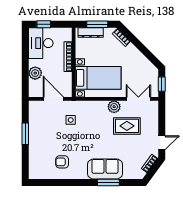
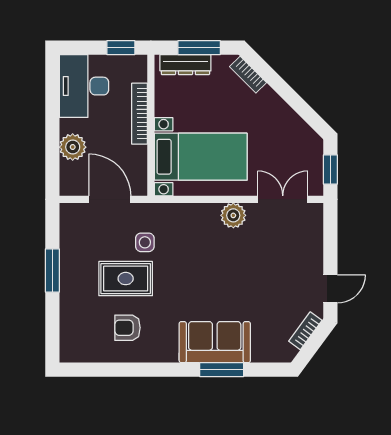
window: (44, 24) -> (121, 48), moved
rug: (127, 126) -> (126, 279), moved

